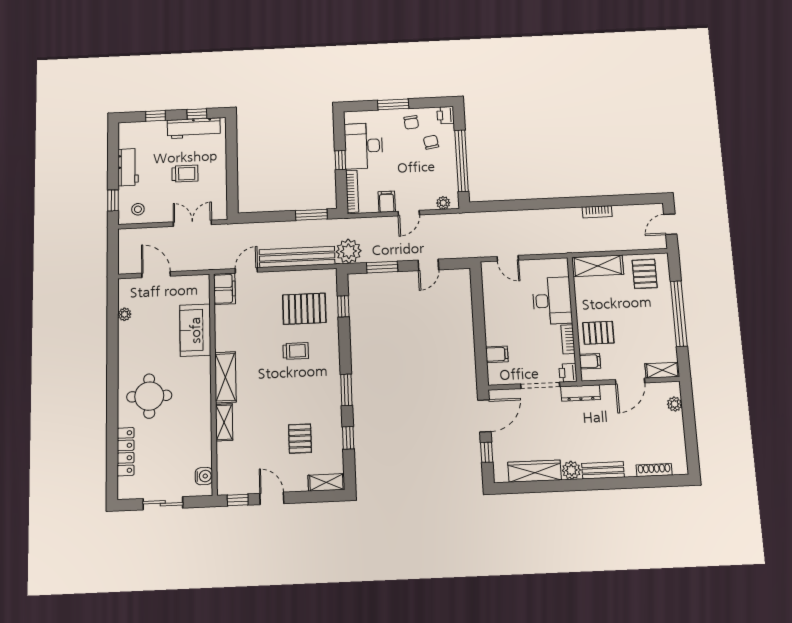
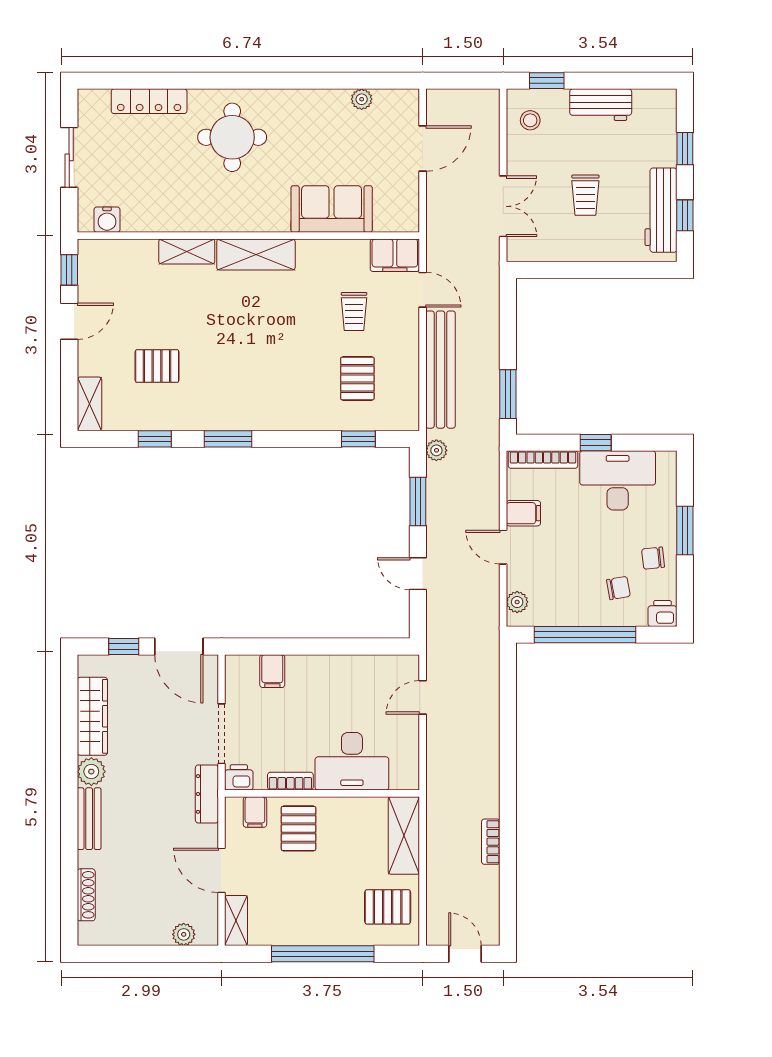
plant: (349, 251) -> (436, 450), width x0.53, depth x0.53
pallet: (304, 309) -> (357, 378), width x0.67, depth x0.71
trolley: (296, 351) -> (354, 311), moved

